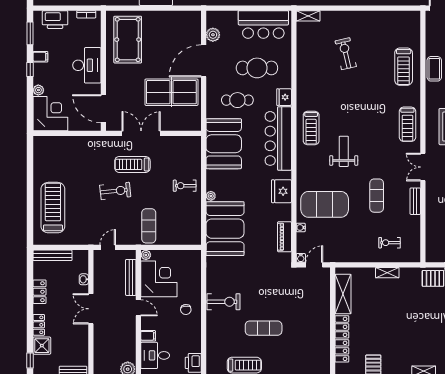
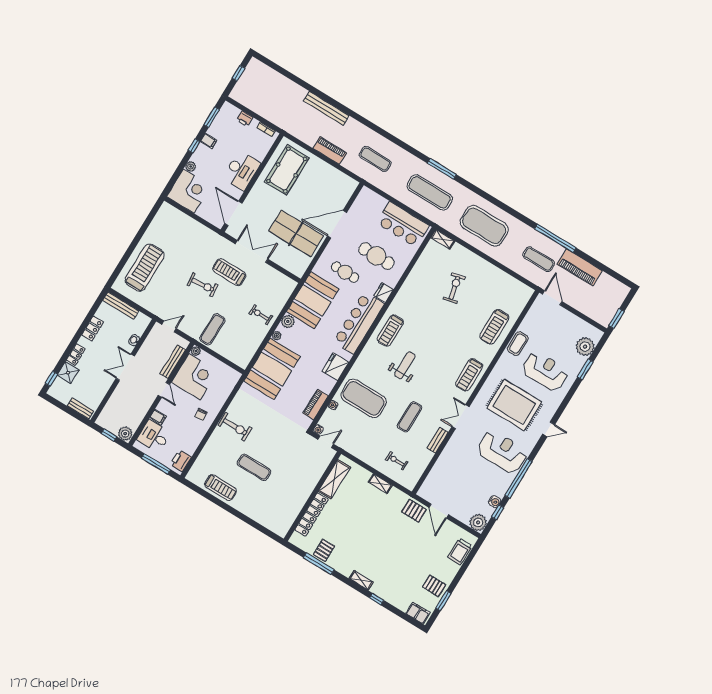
printer: (55, 20) -> (245, 119), width x0.53, depth x0.68
plant: (213, 35) -> (288, 321), moved

